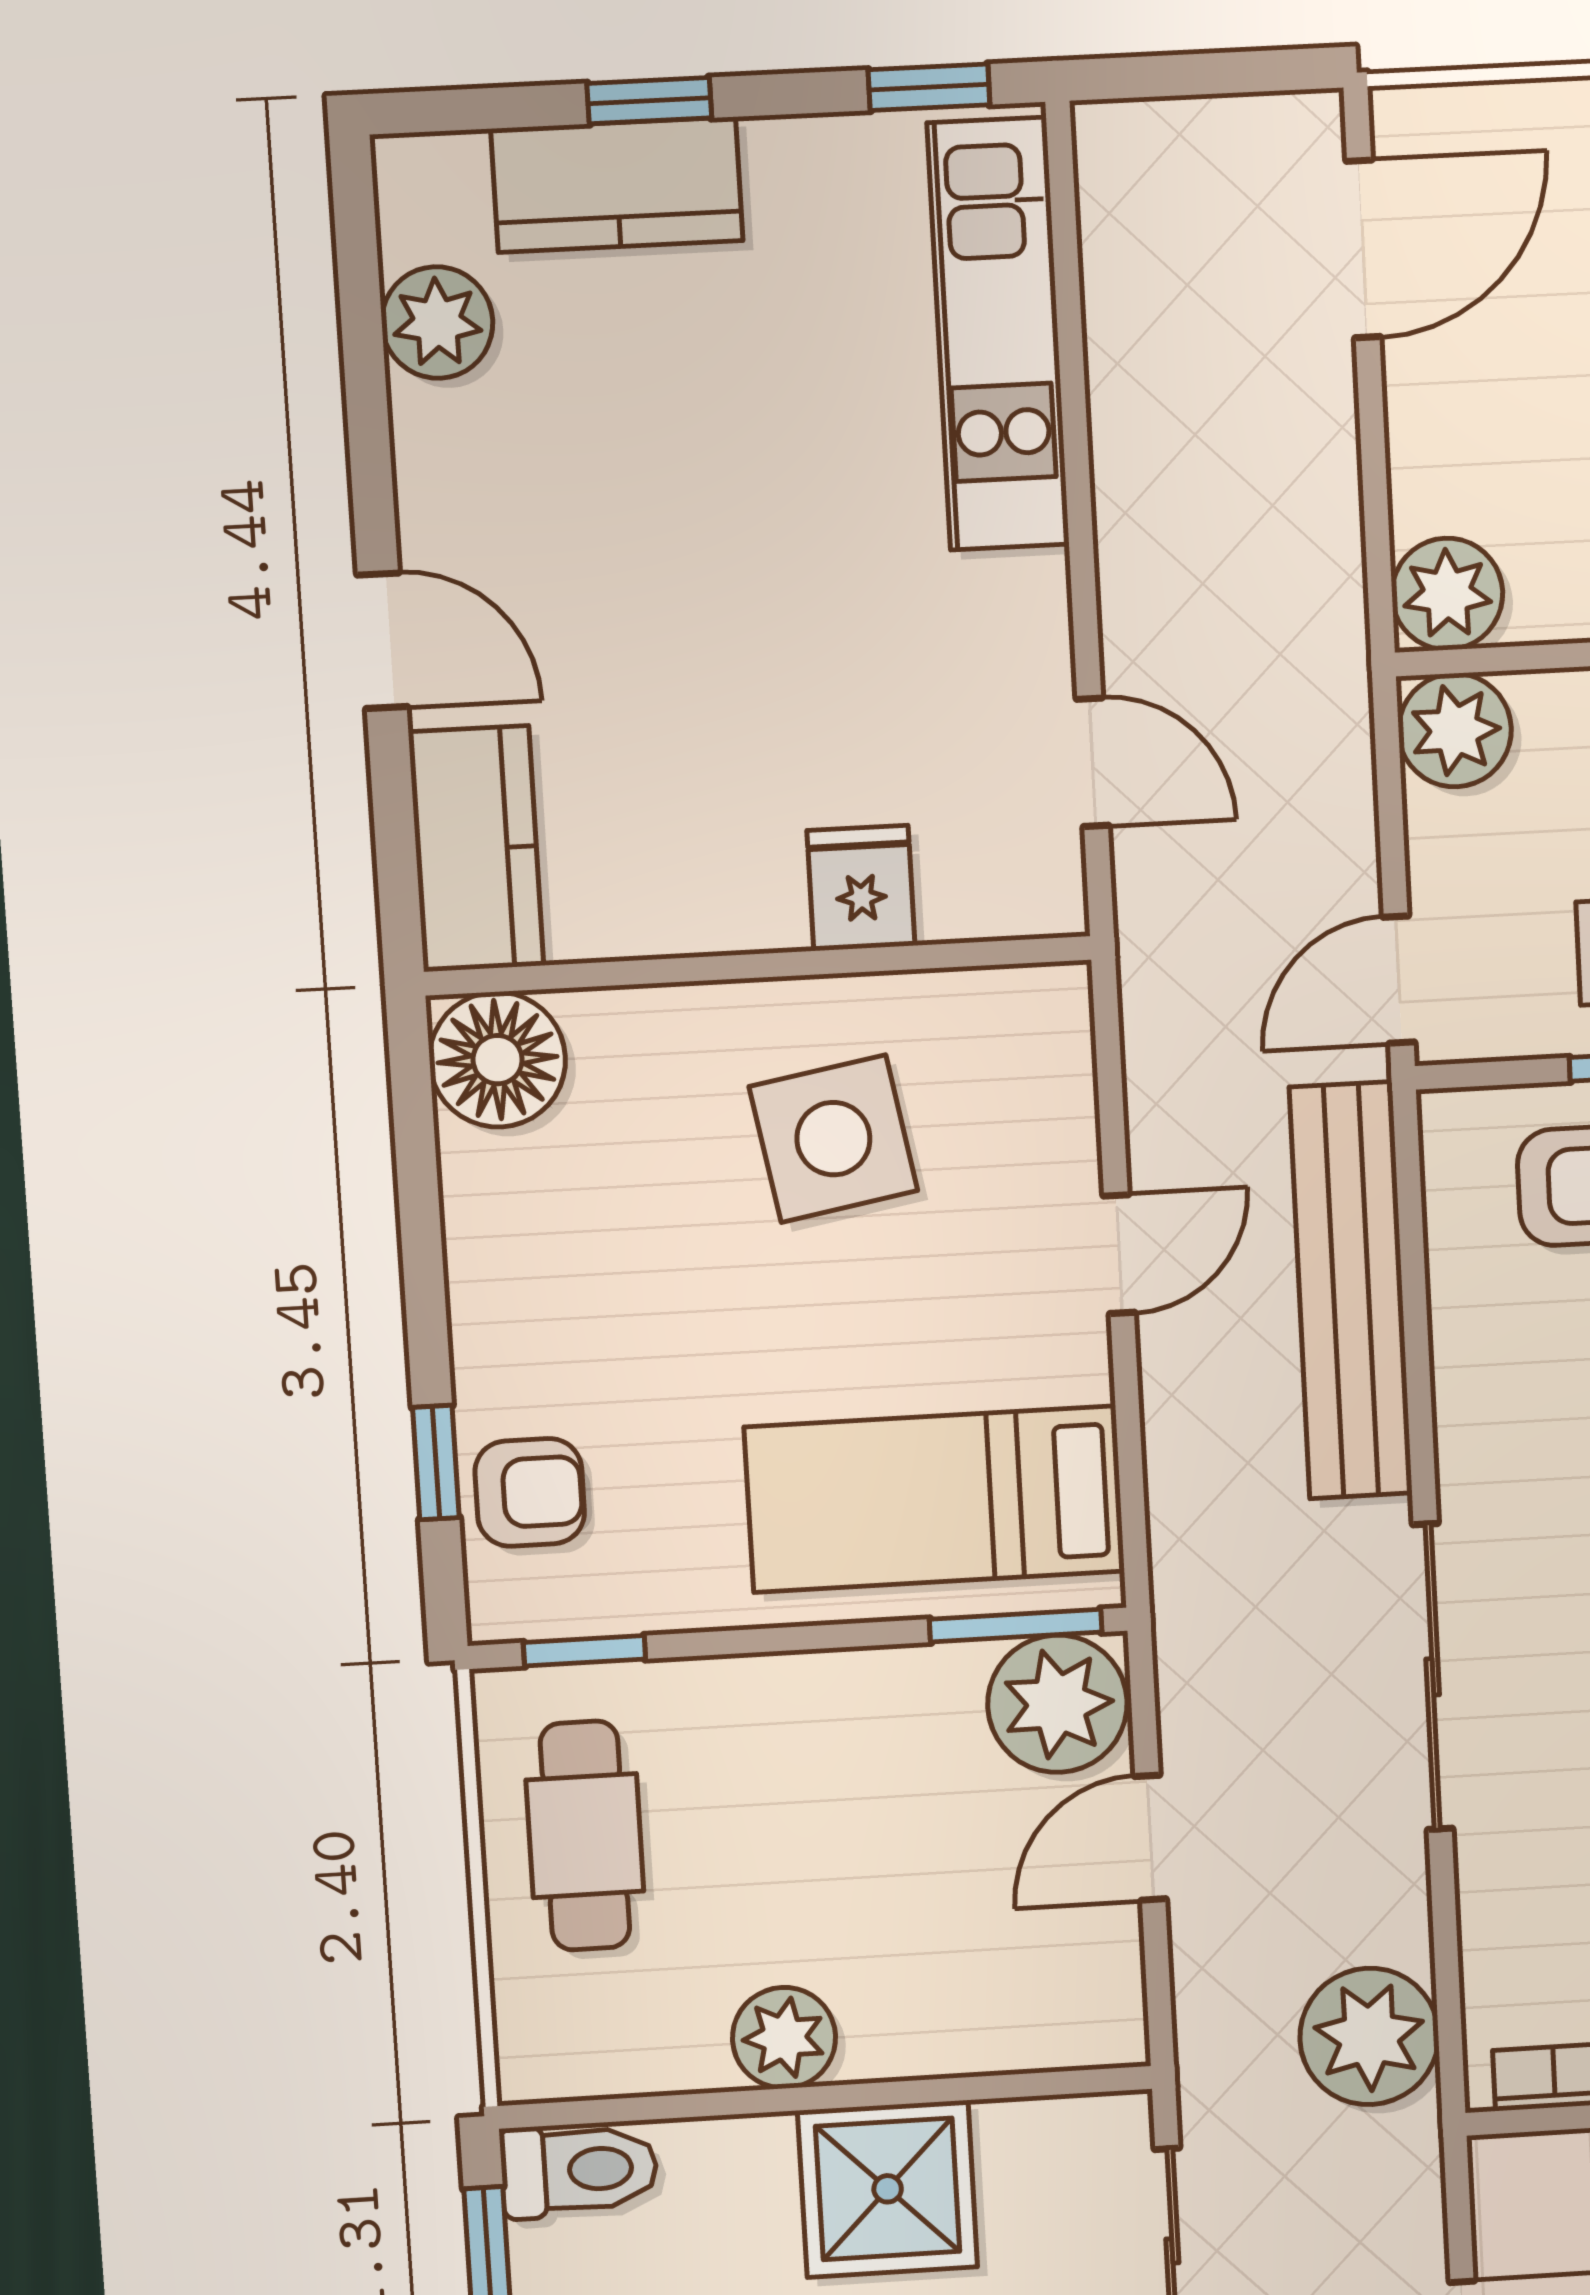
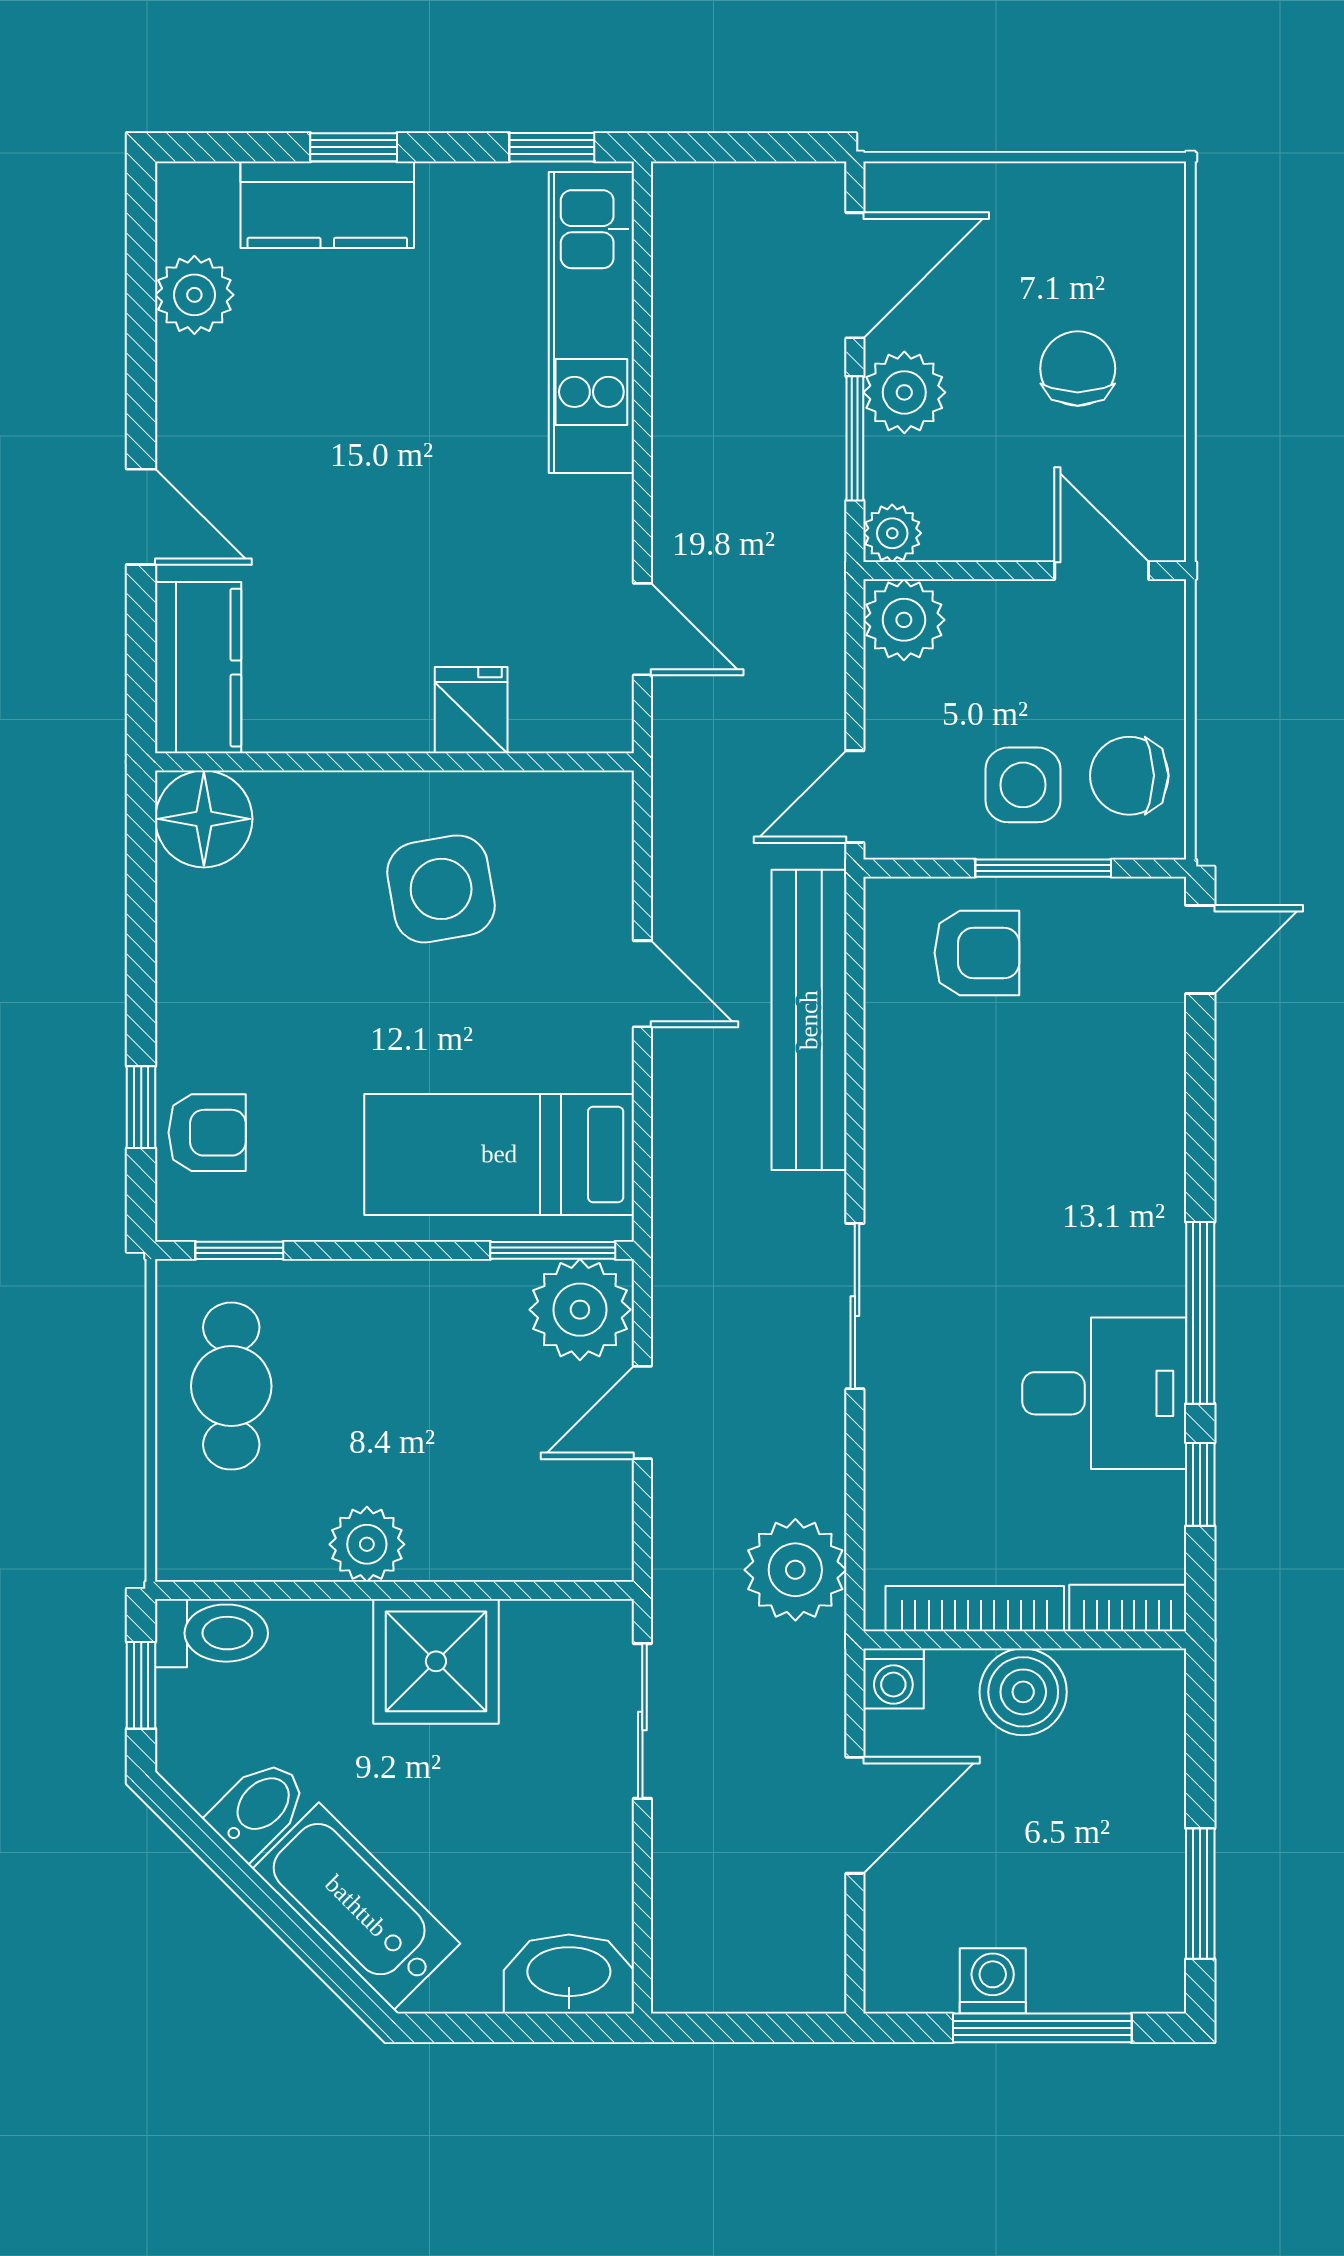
plant: (1440, 411) -> (904, 392), added
window: (1374, 479) -> (855, 438), added
plant: (1447, 594) -> (892, 533), width x0.73, depth x0.73
door: (1119, 1254) -> (642, 984), hinge flipped
sliding door: (1433, 1677) -> (855, 1306), width x0.73
washing machine: (1509, 2173) -> (893, 1678), added

